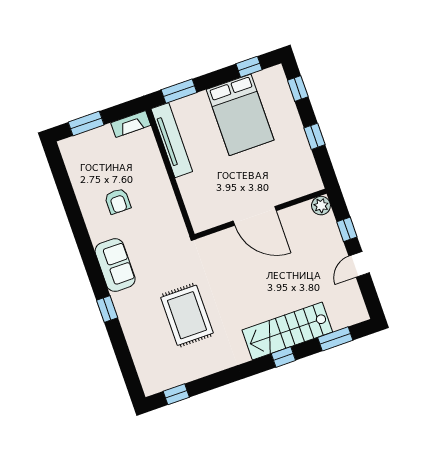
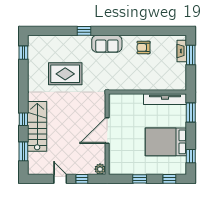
fireplace: (131, 124) -> (182, 51), moved
armchair: (118, 201) -> (144, 47), moved

